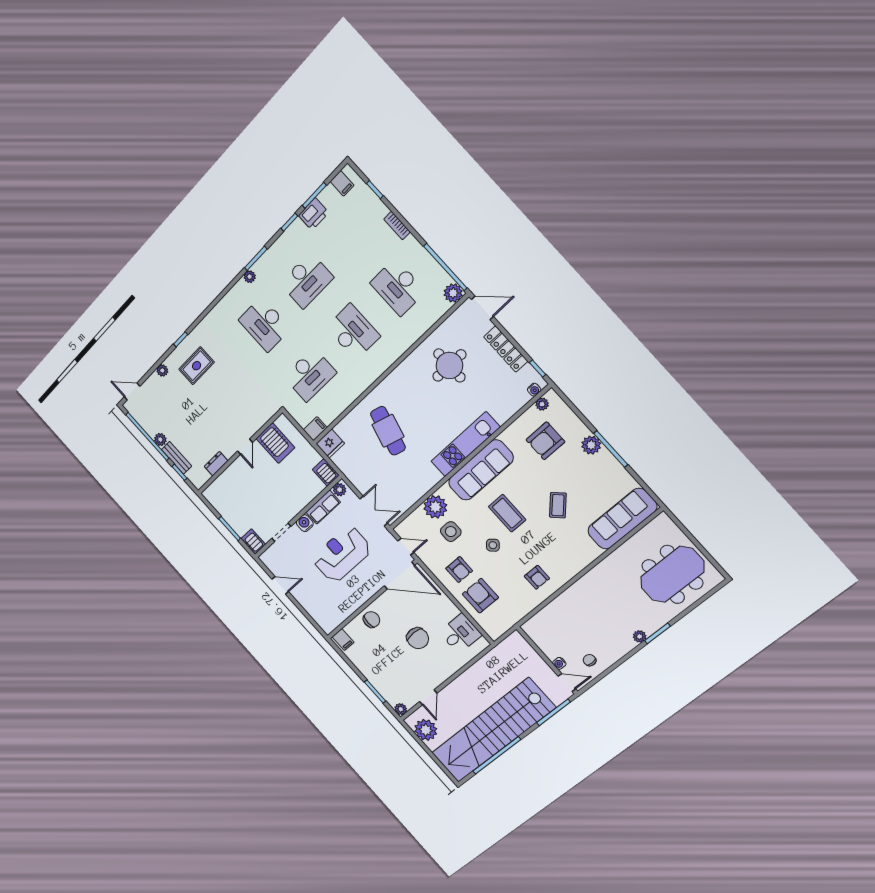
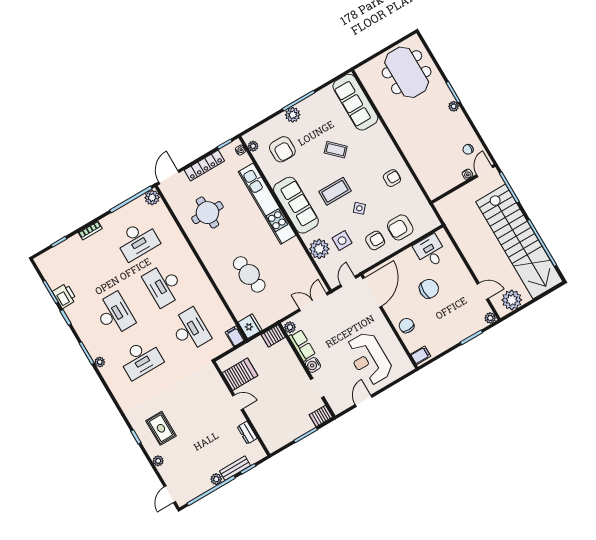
filing cabinet: (342, 183) -> (47, 267), removed
desk: (353, 332) -> (164, 285), turned -90
cafe table: (388, 431) -> (249, 274), turned 67
kitchen unit: (465, 444) -> (267, 204), width x1.36
reception desk: (342, 554) -> (369, 359), moved

